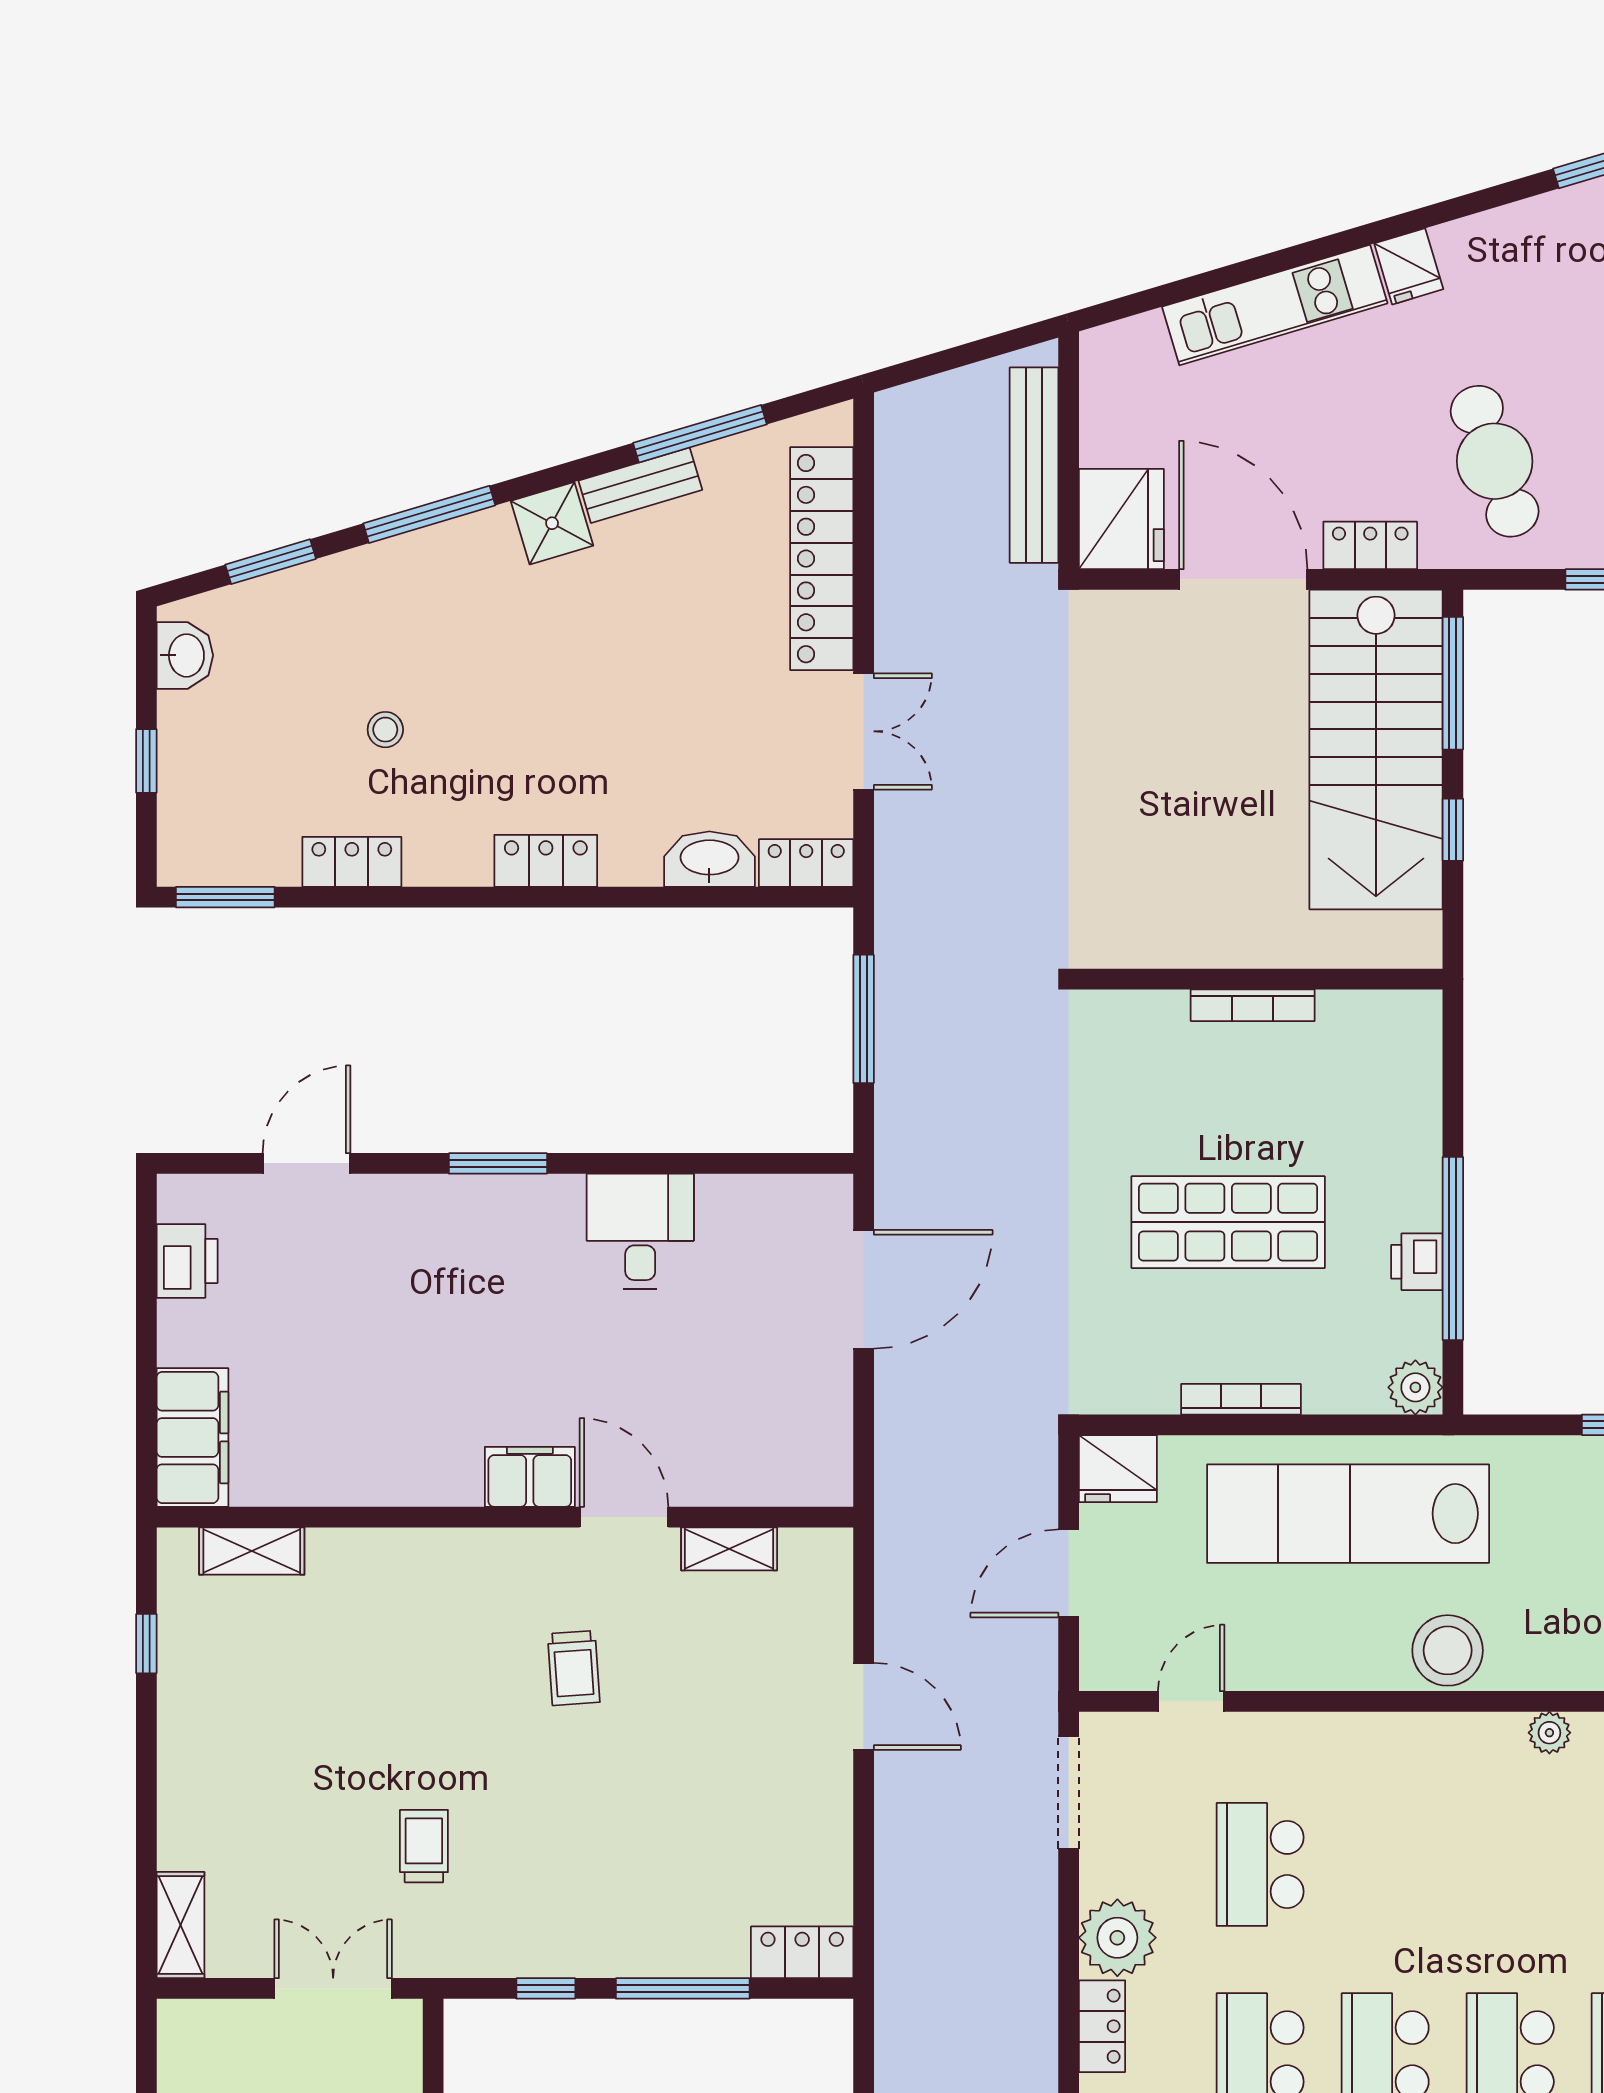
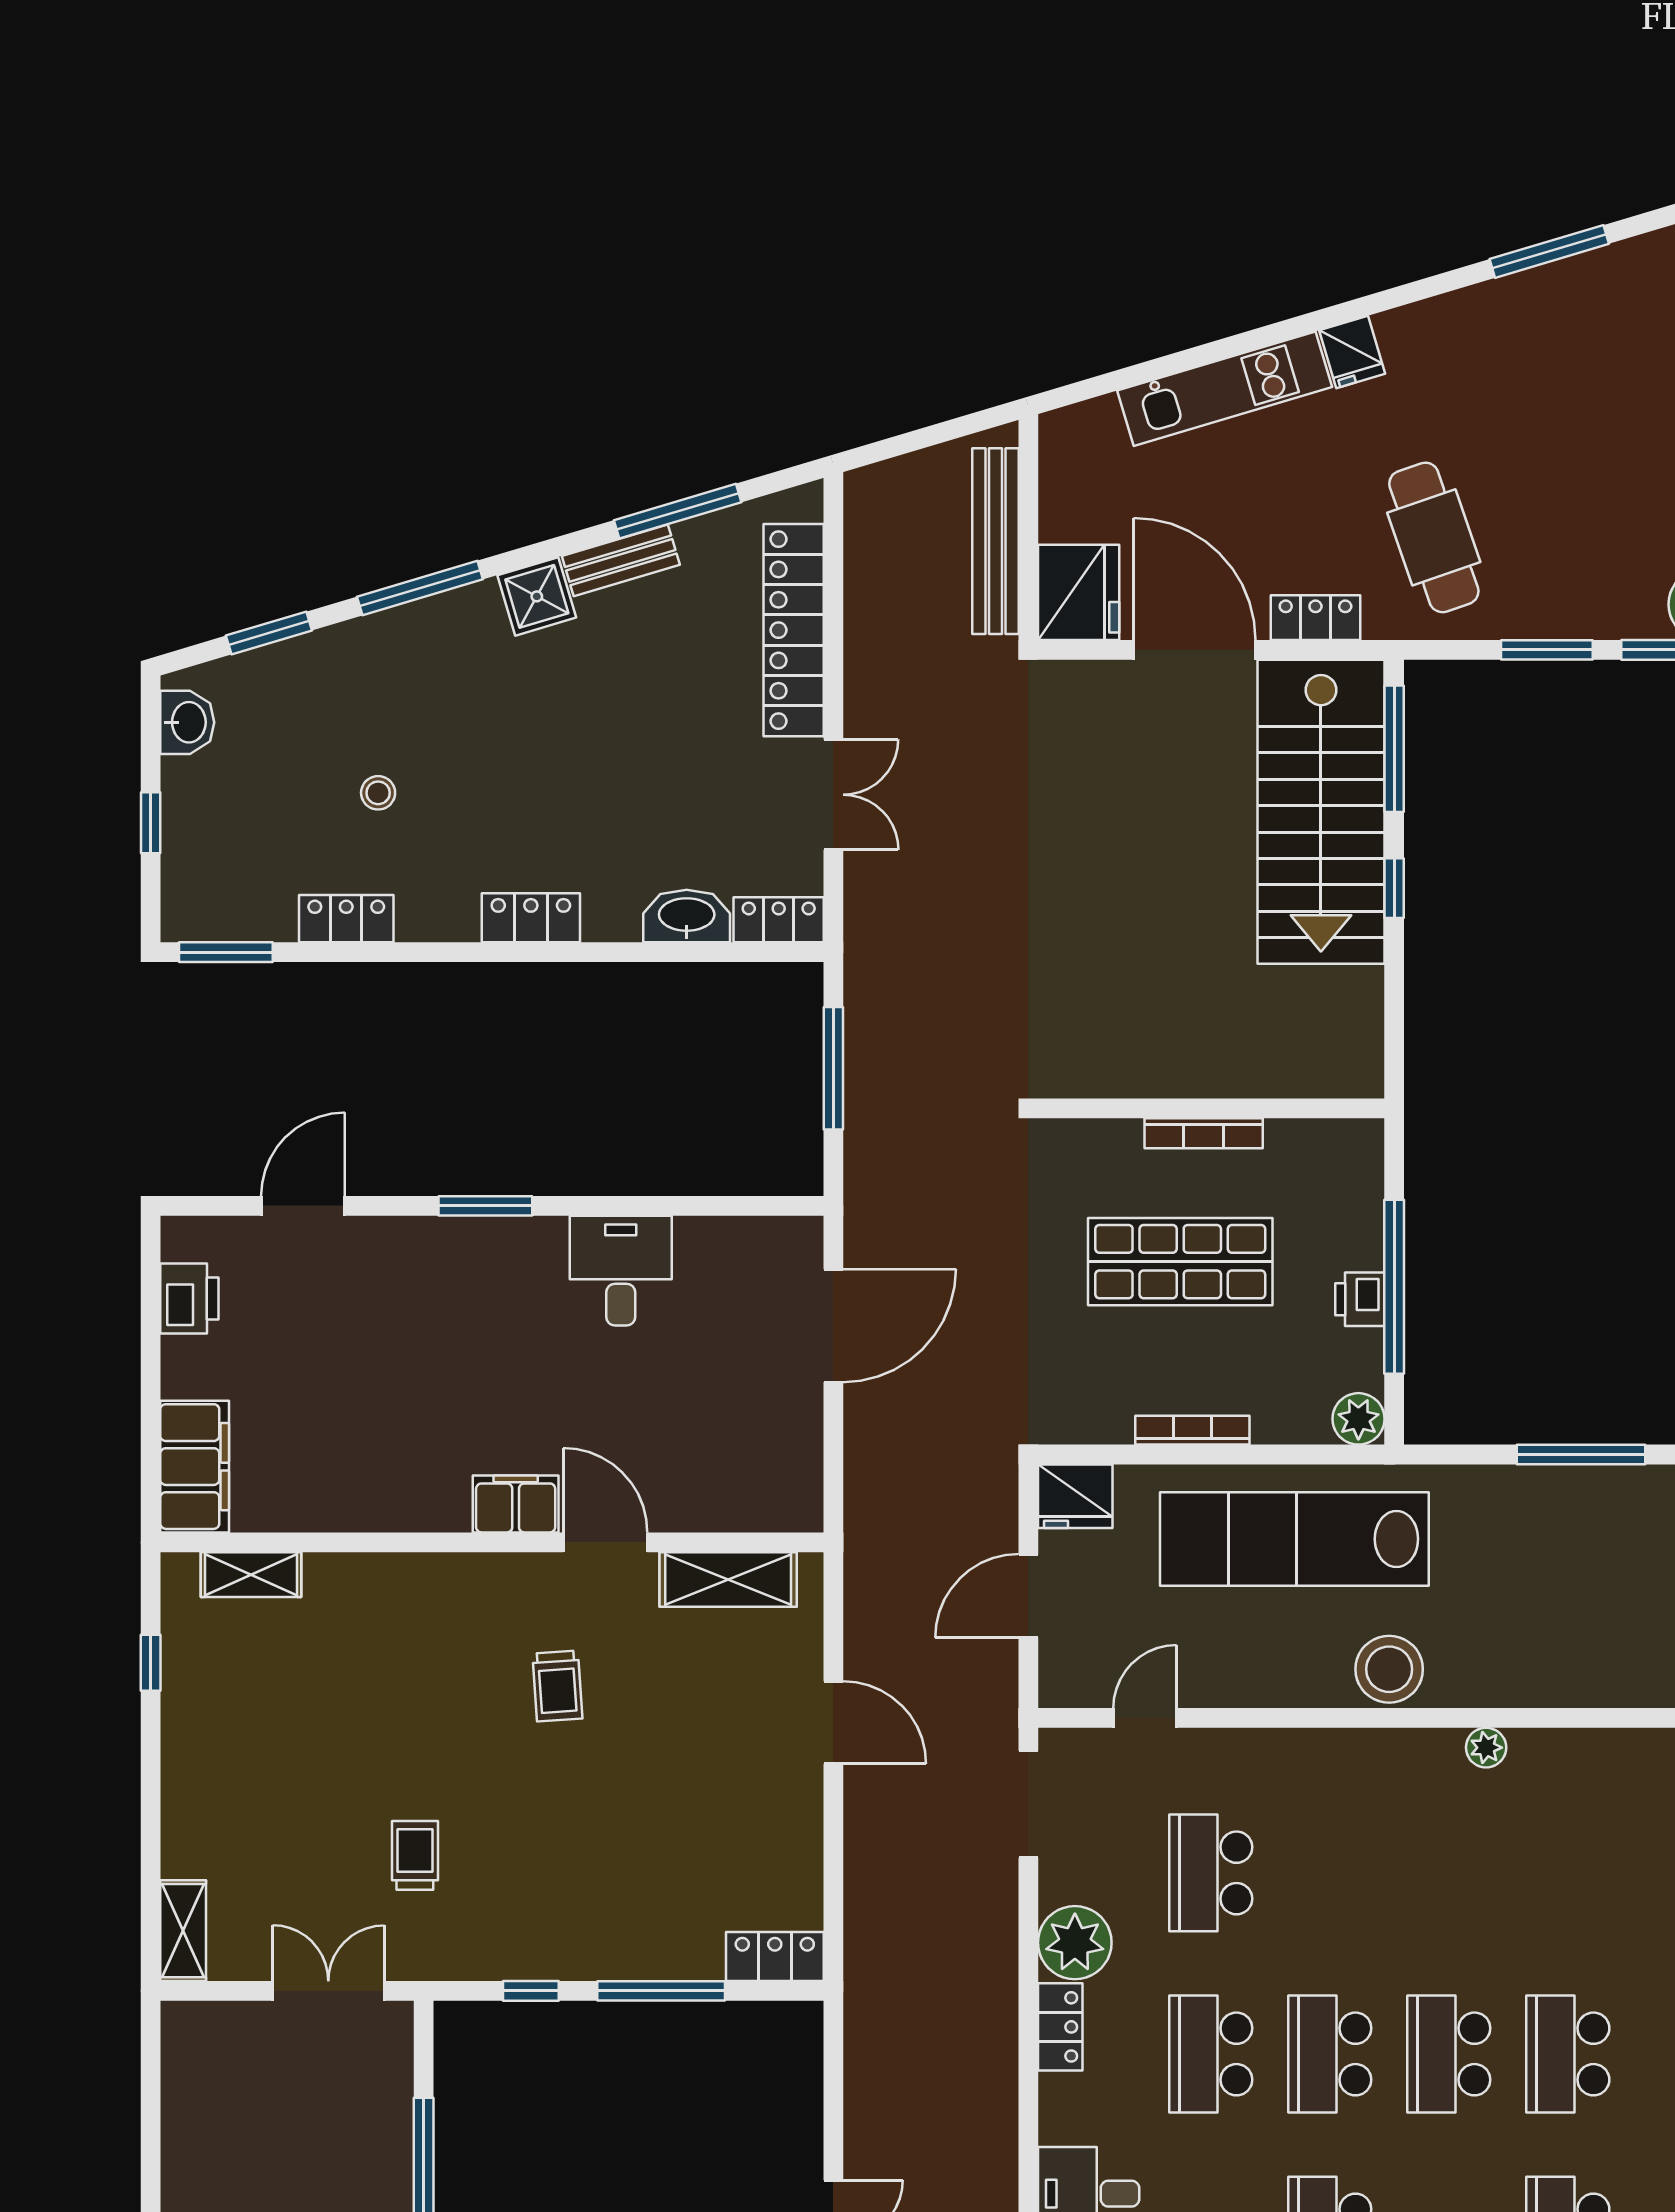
wall: (1261, 979) -> (1211, 1108), moved
bookcase: (1253, 1005) -> (1204, 1133), moved
shelving: (729, 1549) -> (728, 1579), width x1.50, depth x1.33

